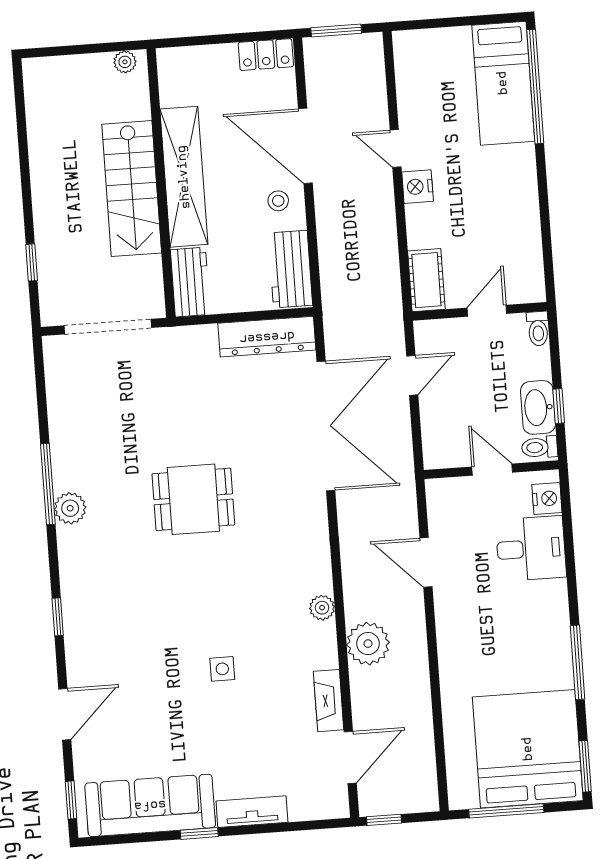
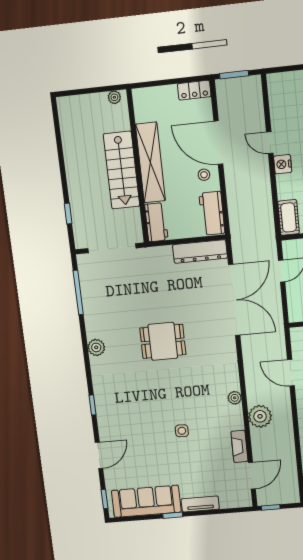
window: (48, 484) -> (78, 292), moved

